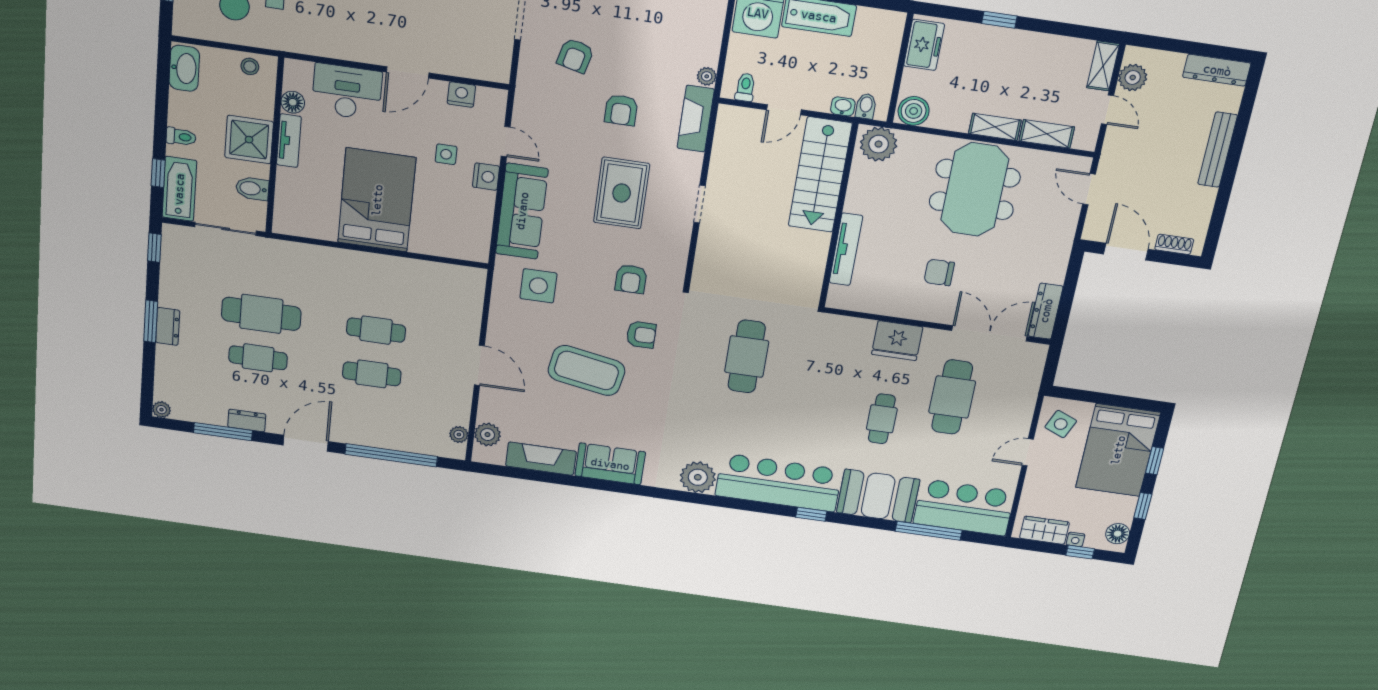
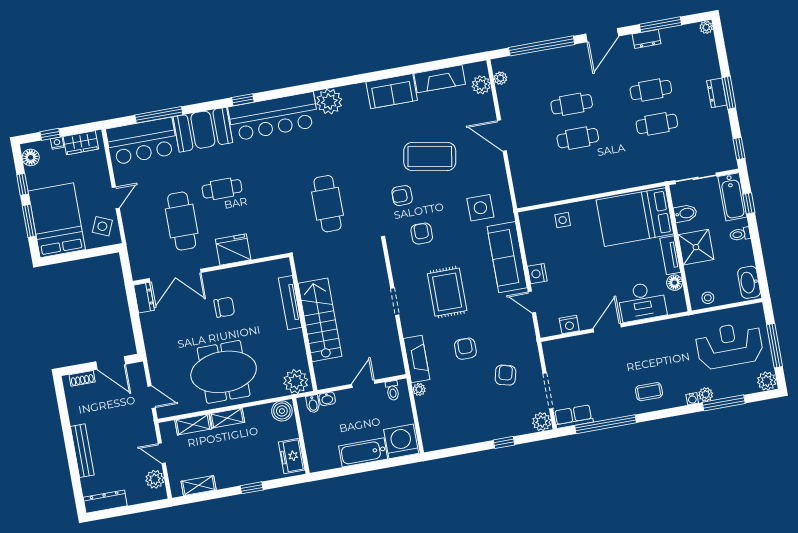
shelving: (1103, 66) -> (199, 486), moved, turned 90
side table: (446, 154) -> (563, 220), moved
stairs: (820, 175) -> (320, 320), moved
meeting table: (975, 189) -> (224, 372), turned 90
bed: (377, 200) -> (635, 217), moved, turned 90
dresser: (1046, 311) -> (144, 298), width x0.70
cafe table: (261, 314) -> (657, 124), width x0.73, depth x0.74
cafe table: (882, 419) -> (222, 189), turned 90
window: (1155, 461) -> (29, 221), width x1.50

